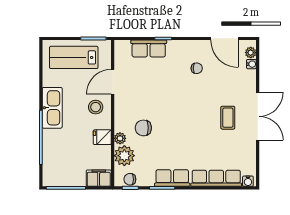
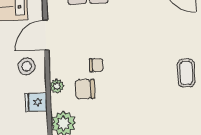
chair: (197, 68) -> (96, 65), moved
plant: (120, 138) -> (57, 86), moved

